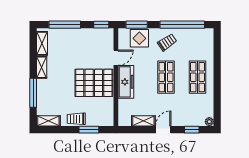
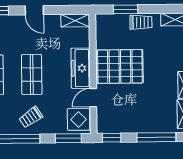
display table: (139, 38) -> (78, 119), moved
shelving: (143, 121) -> (75, 21), moved
door: (163, 130) -> (34, 10), hinge flipped

